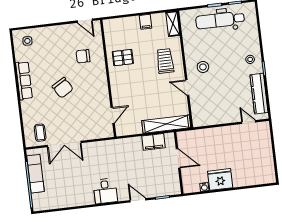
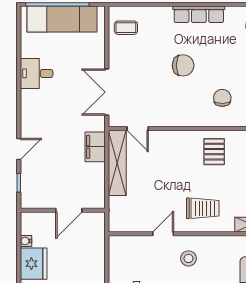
chair: (63, 88) -> (183, 65), turned -149
shelving: (166, 124) -> (117, 163), moved
filing cabinet: (153, 142) -> (95, 147), moved
double door: (64, 144) -> (107, 92), moved
exam couch: (36, 174) -> (62, 19), width x1.36, depth x1.45
desk: (105, 191) -> (37, 73), moved

